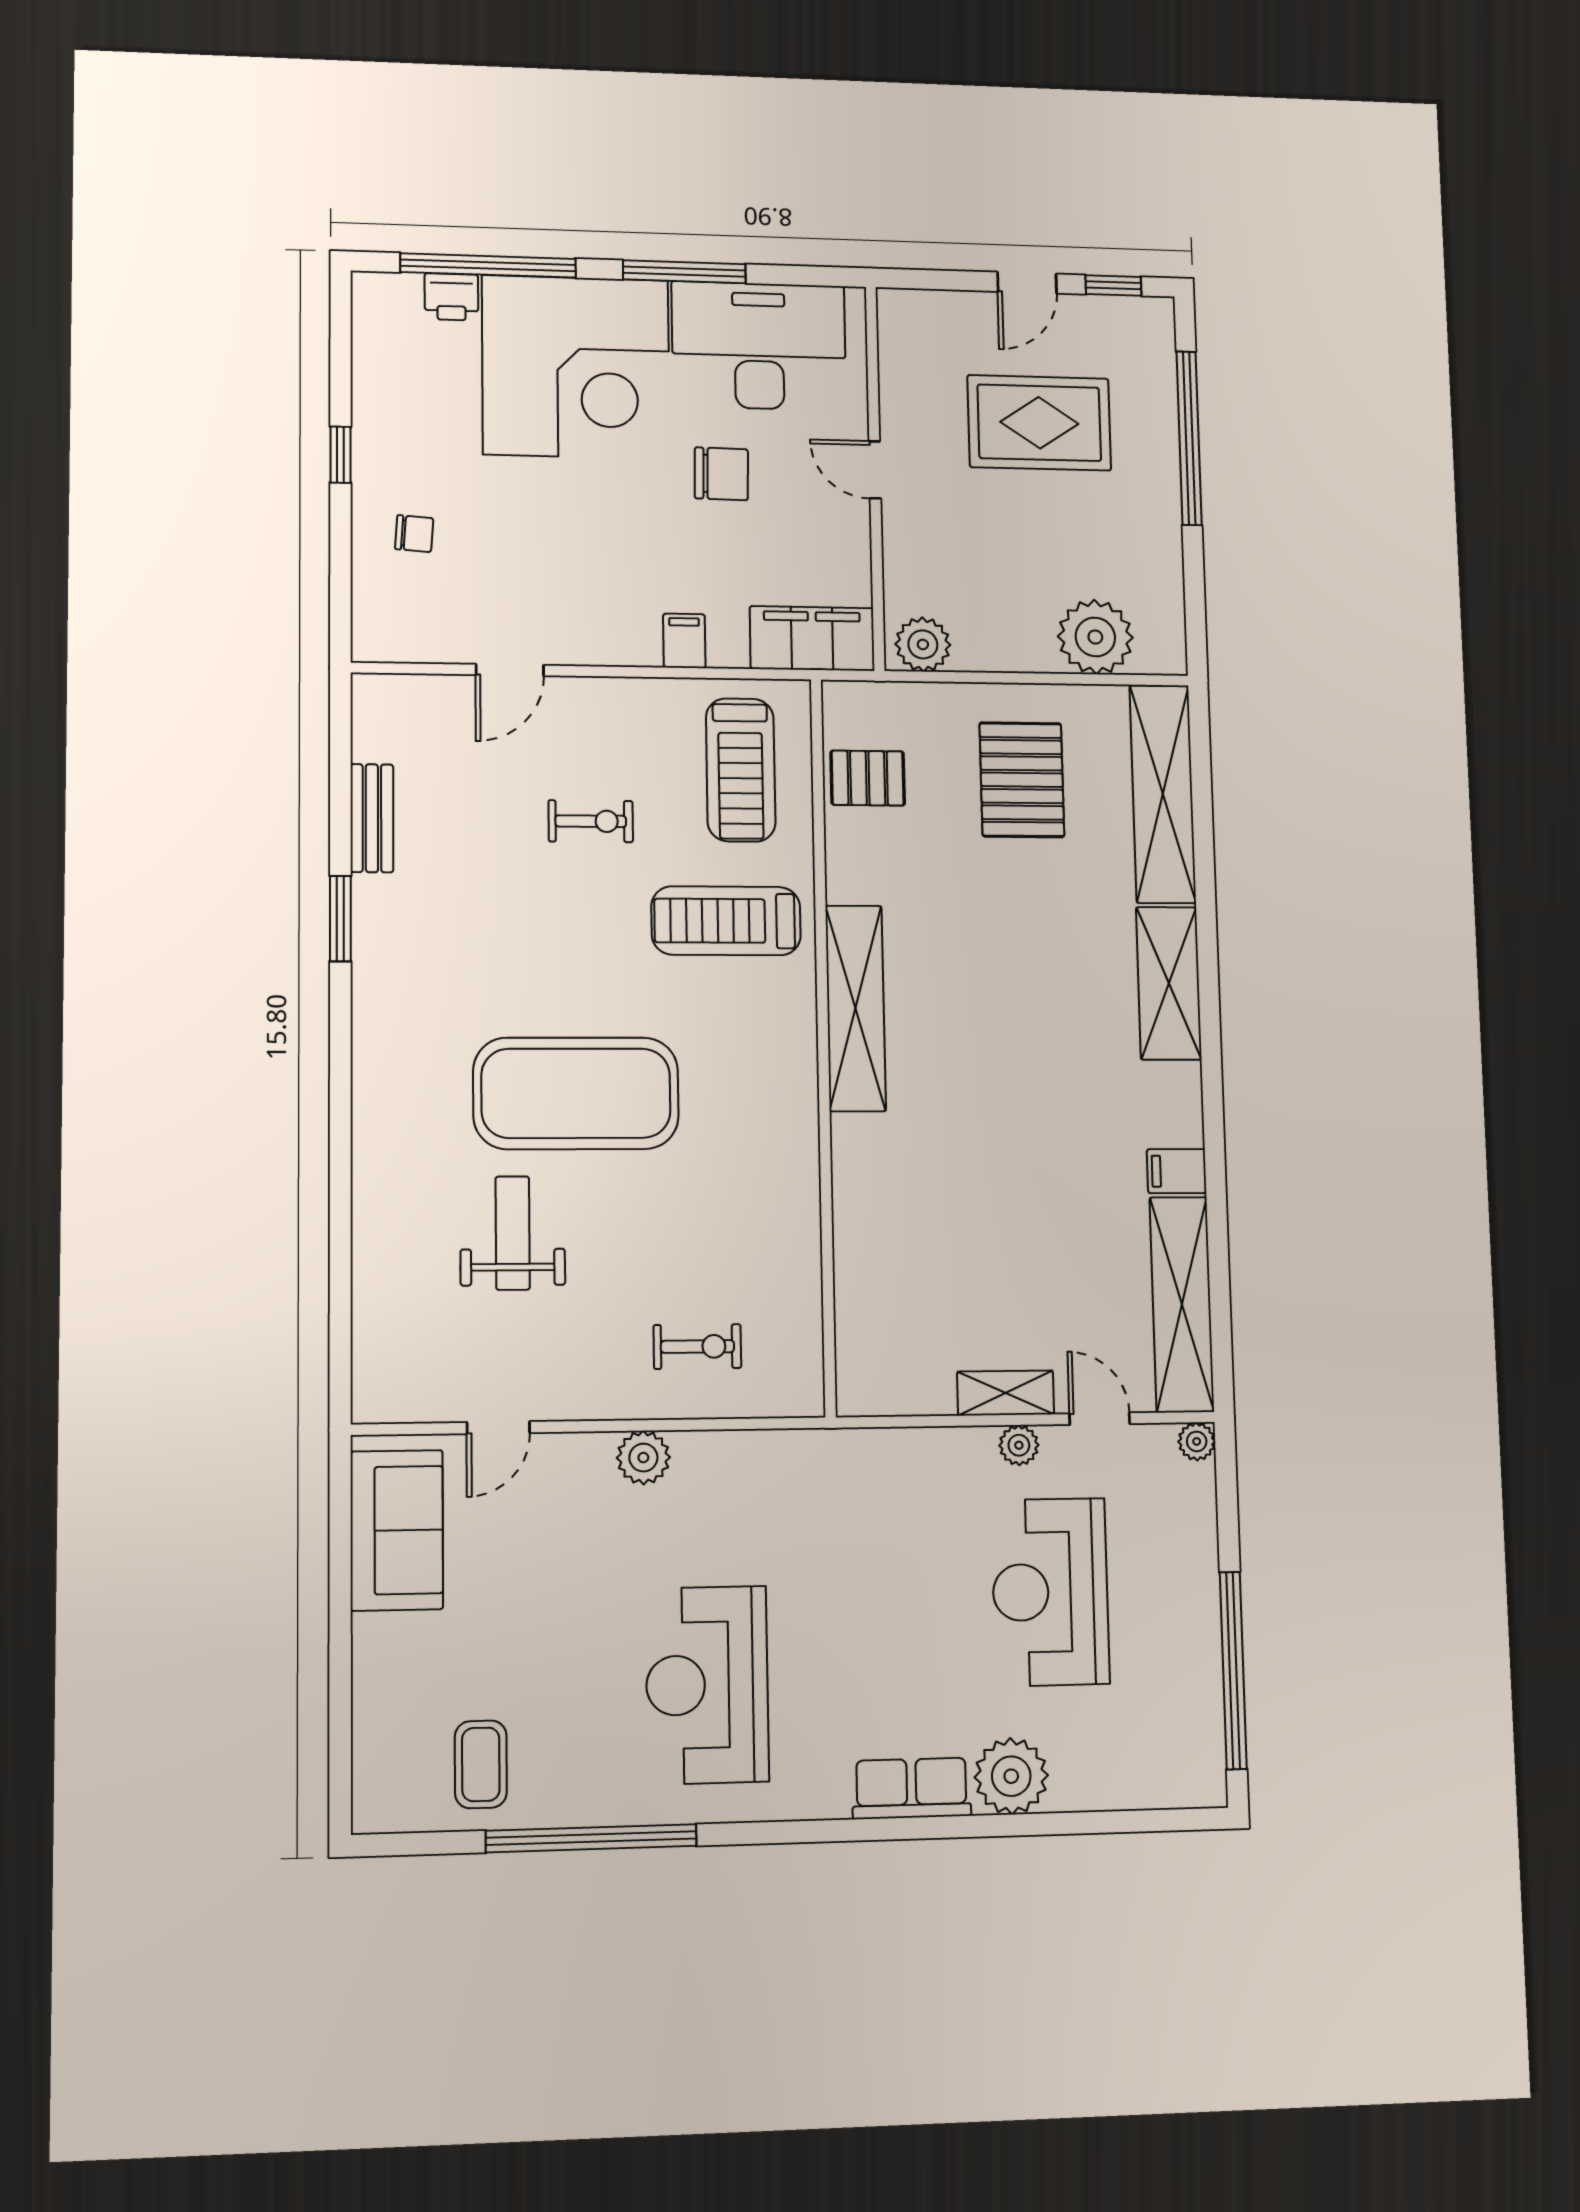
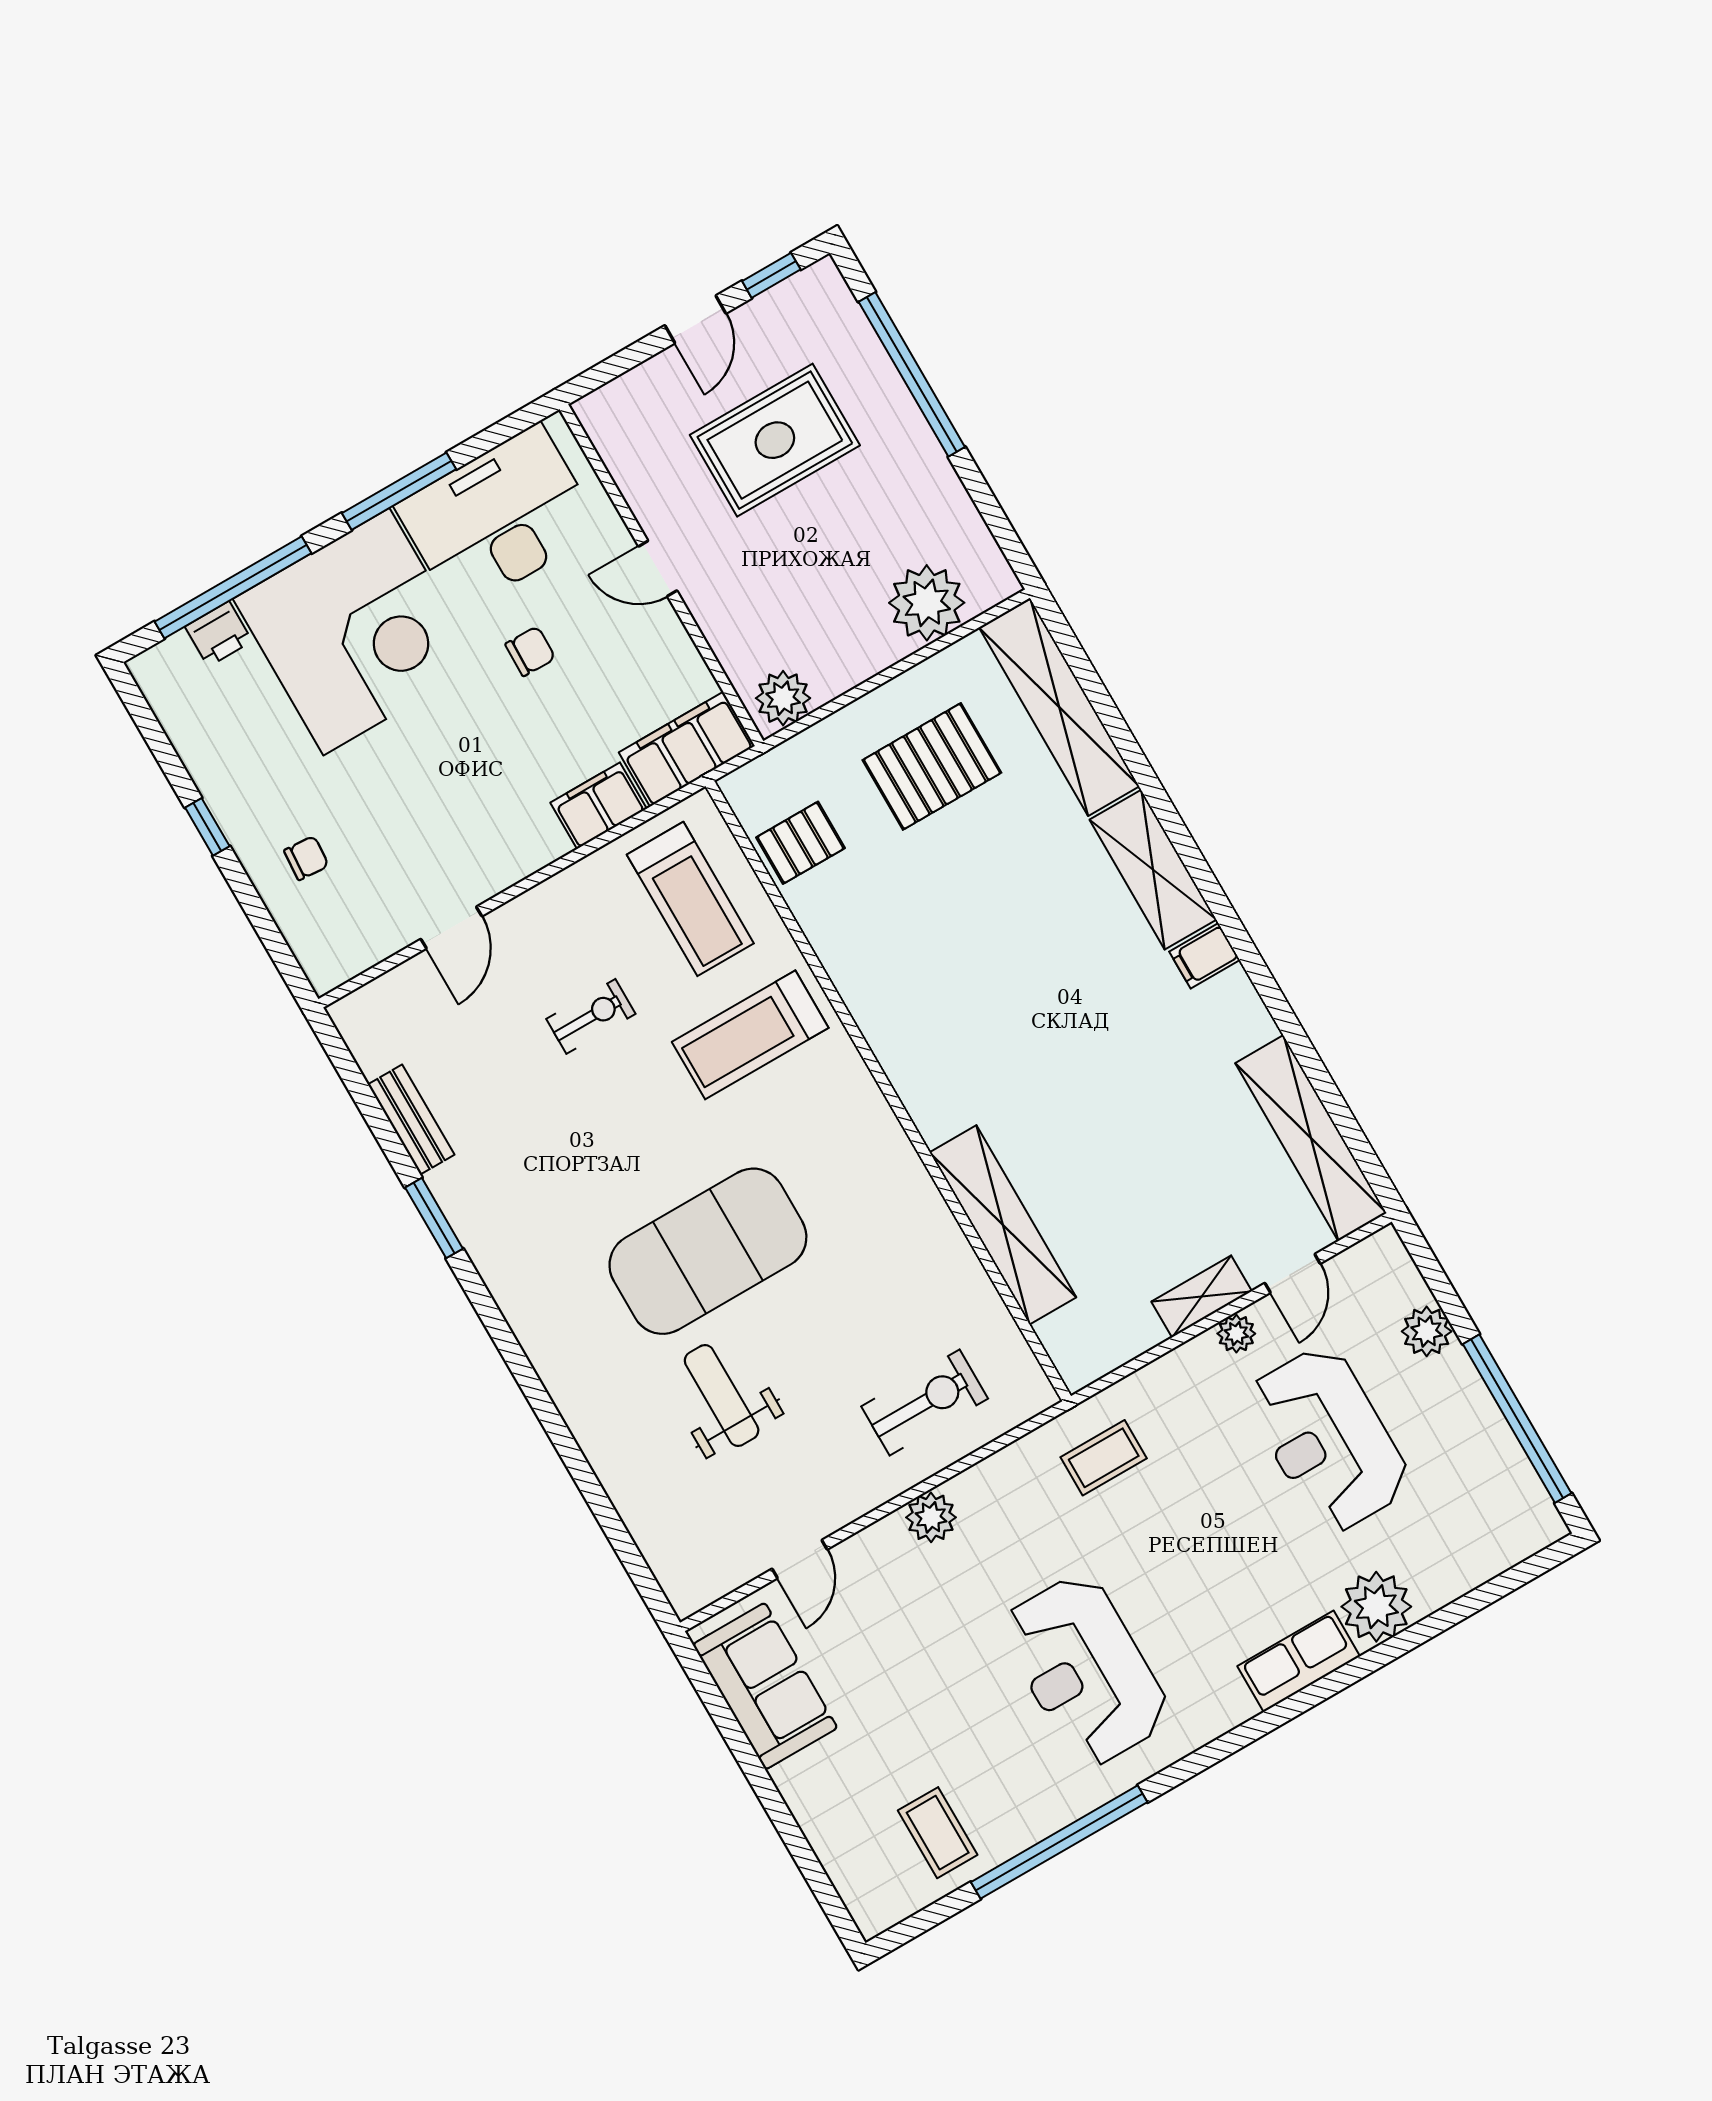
chair: (721, 474) -> (530, 651), width x0.73, depth x0.73
filing cabinet: (684, 641) -> (599, 806), width x2.00
pallet: (1022, 780) -> (932, 766), turned 90
shelving: (856, 1008) -> (1003, 1225), moved
filing cabinet: (1177, 1171) -> (1205, 956), moved
exercise bike: (697, 1347) -> (925, 1402), width x1.38, depth x1.39
door: (1100, 1419) -> (1293, 1273), swing flipped
plant: (1197, 1441) -> (1427, 1331), moved, width x1.38, depth x1.38
coffee table: (835, 1492) -> (1104, 1458), added

